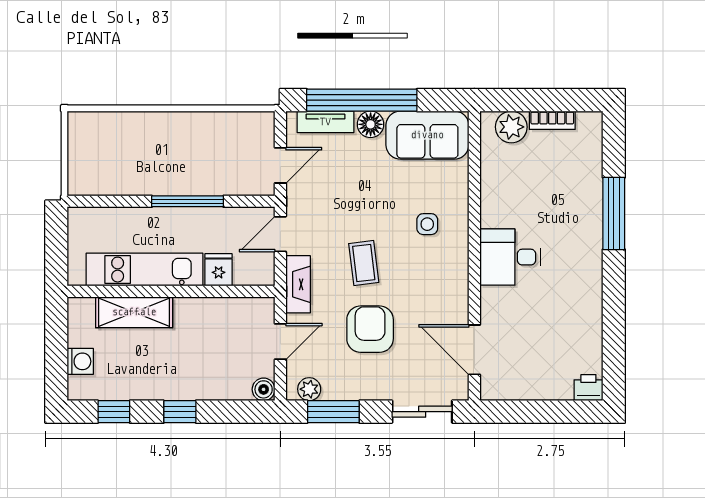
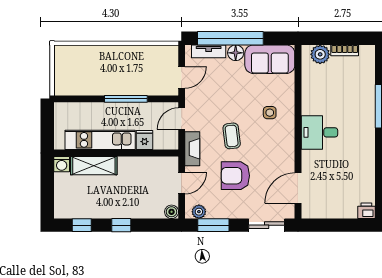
armchair: (370, 329) -> (235, 176), turned -90
door: (474, 350) -> (298, 188), hinge flipped
washing machine: (80, 361) -> (62, 164), moved, turned 90

